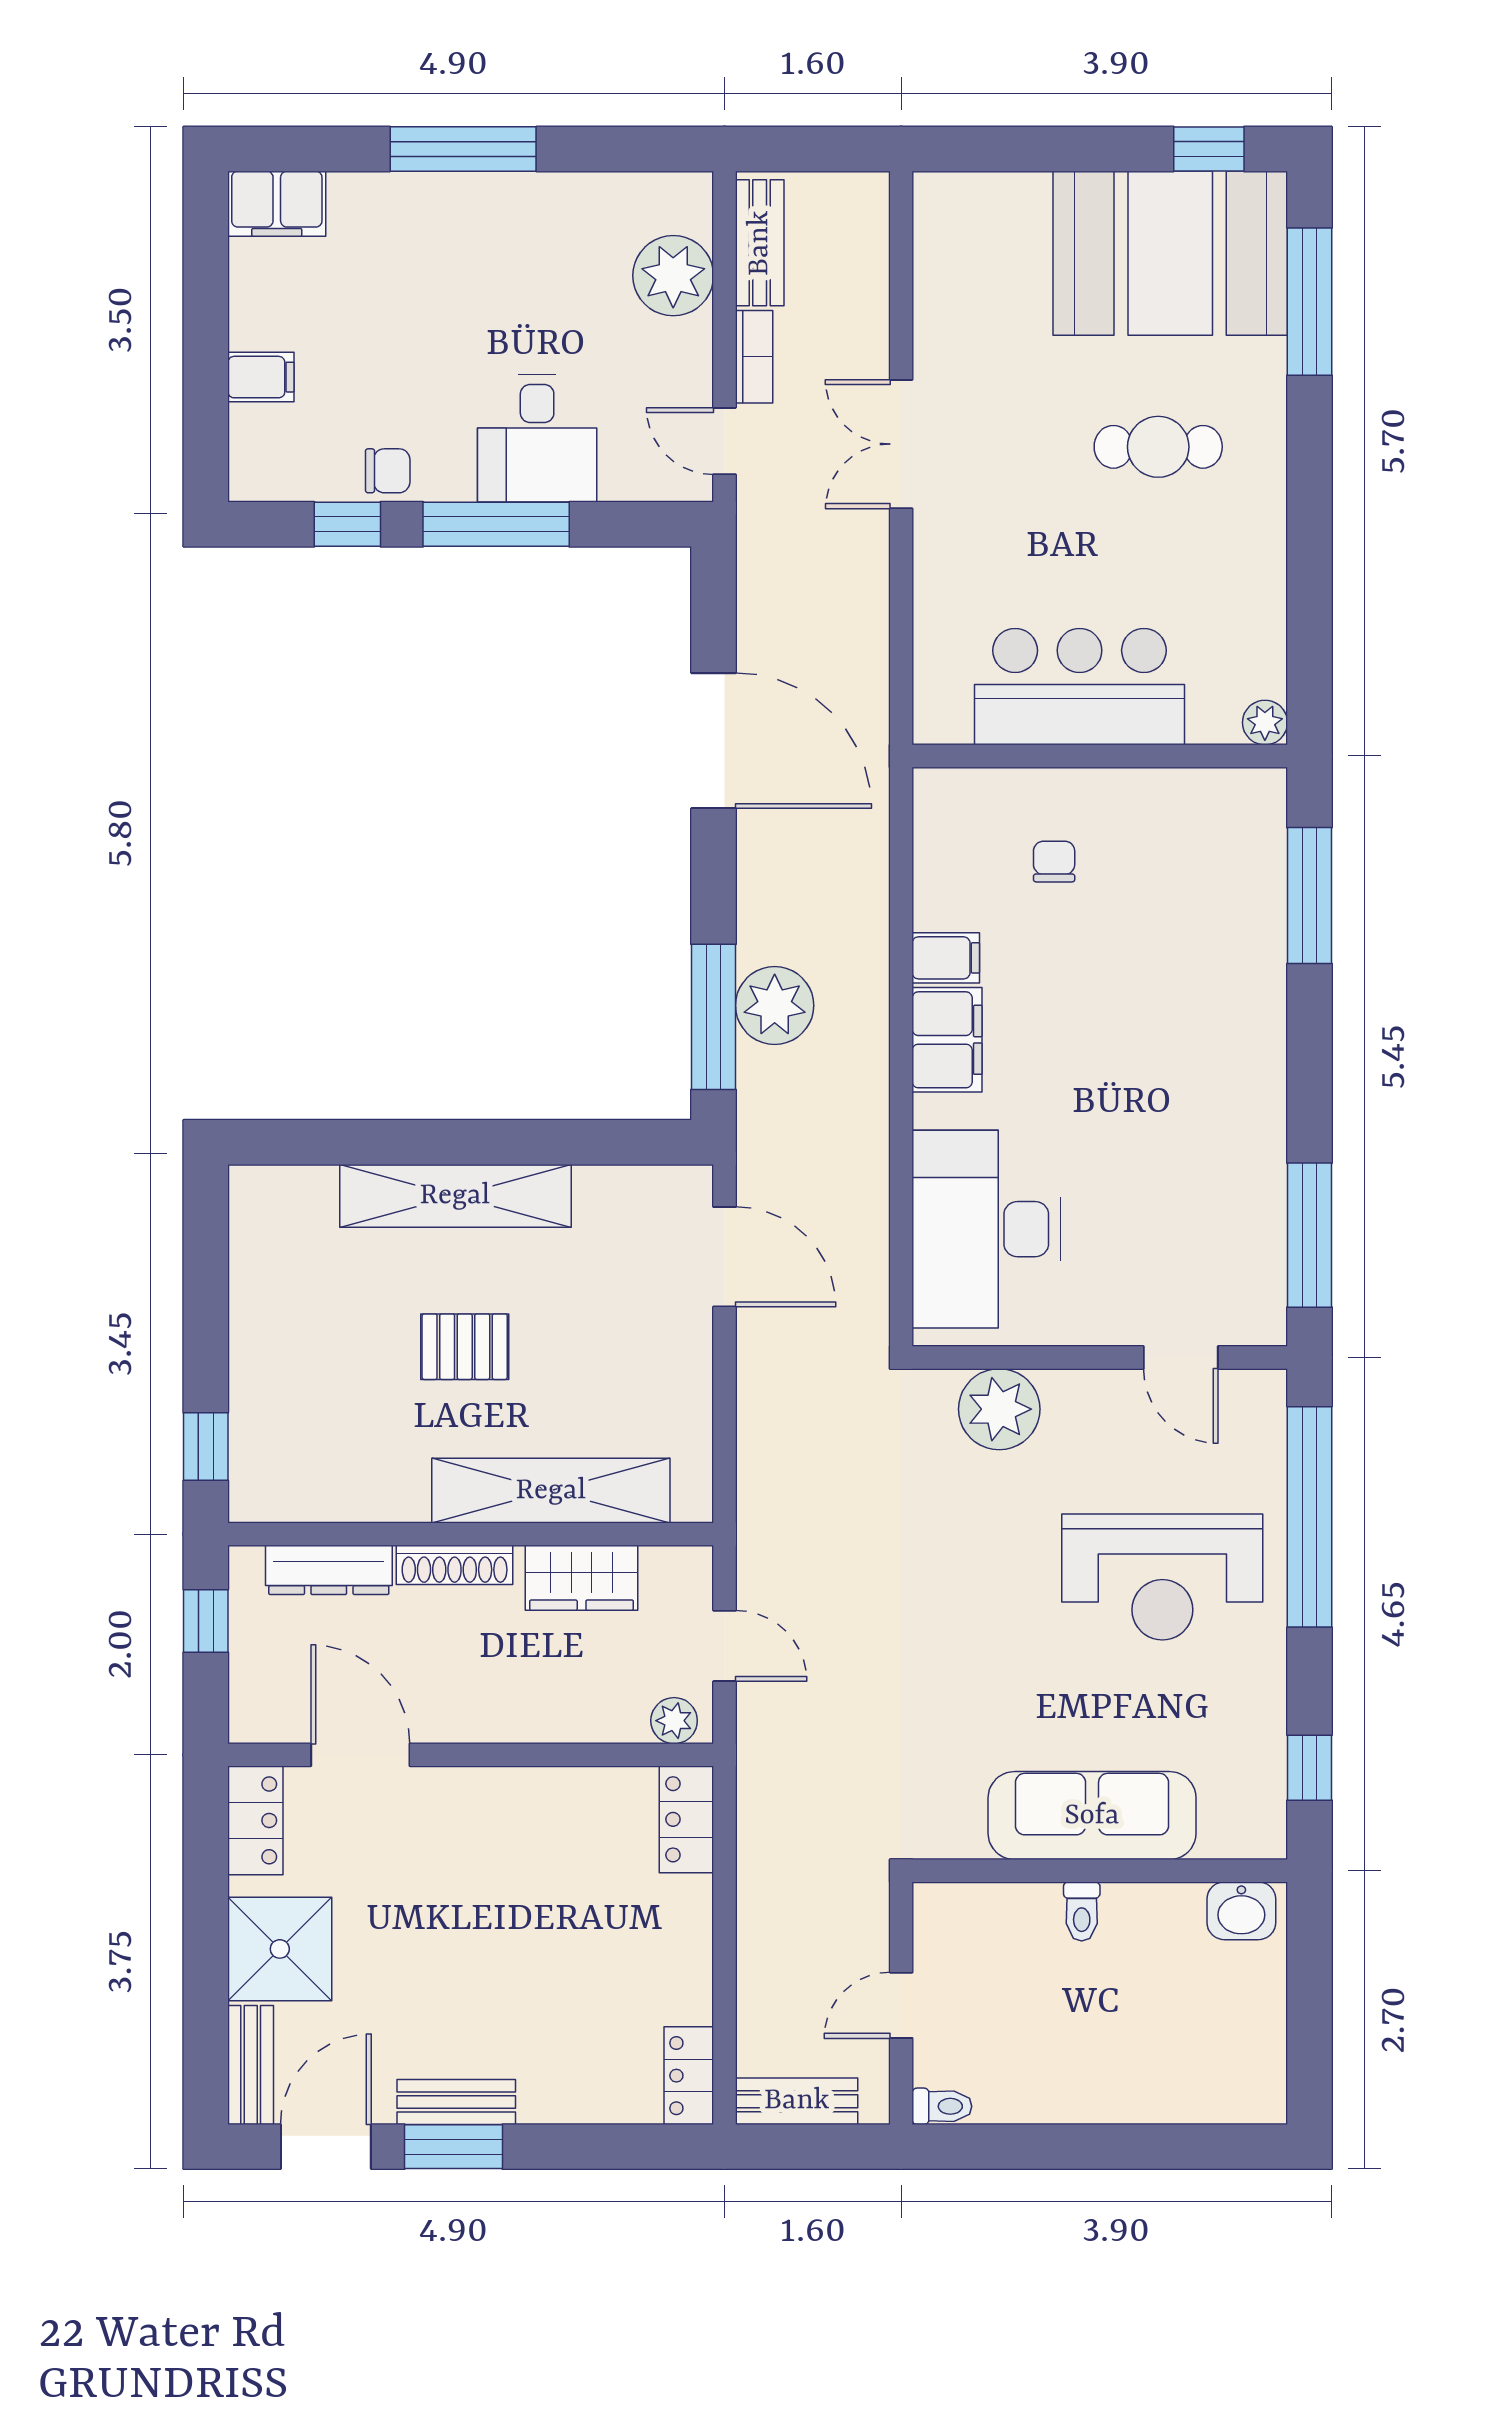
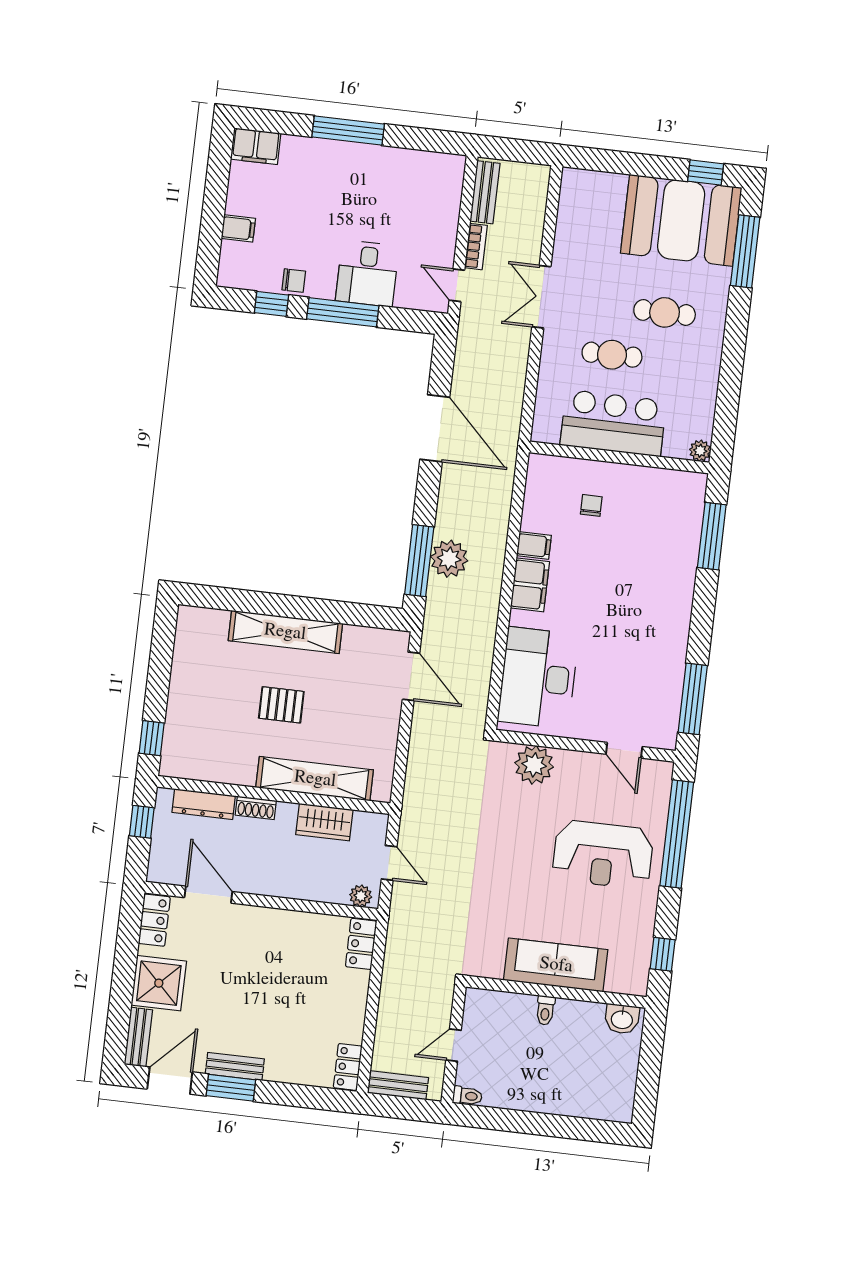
plant: (673, 276) -> (442, 203), removed
cafe table: (1060, 546) -> (612, 355), added
shoe rack: (455, 1565) -> (256, 808), width x0.70

